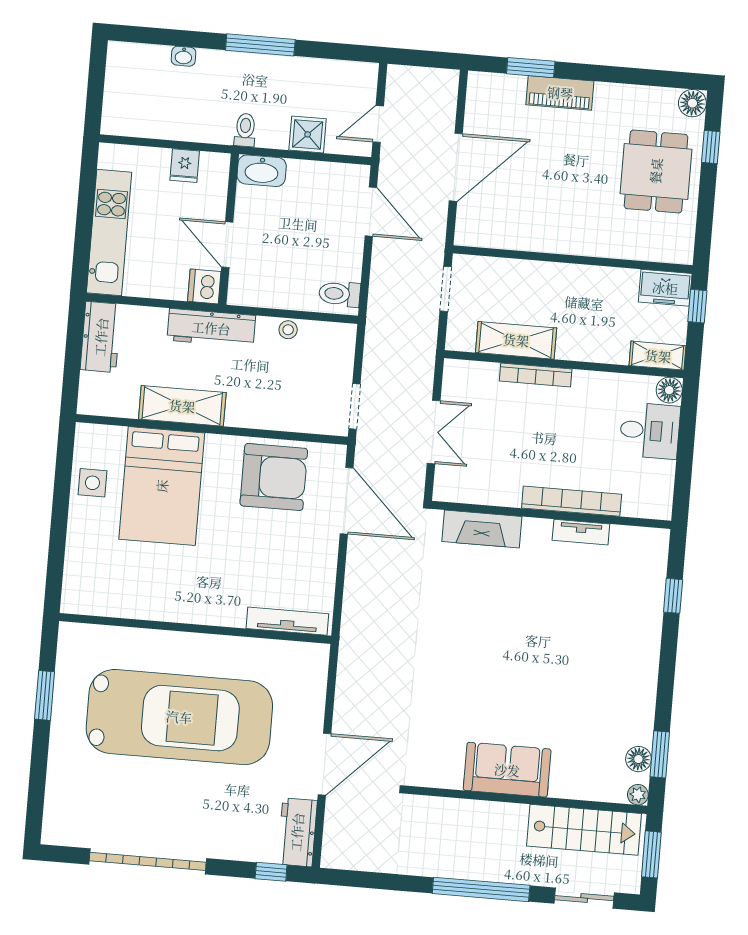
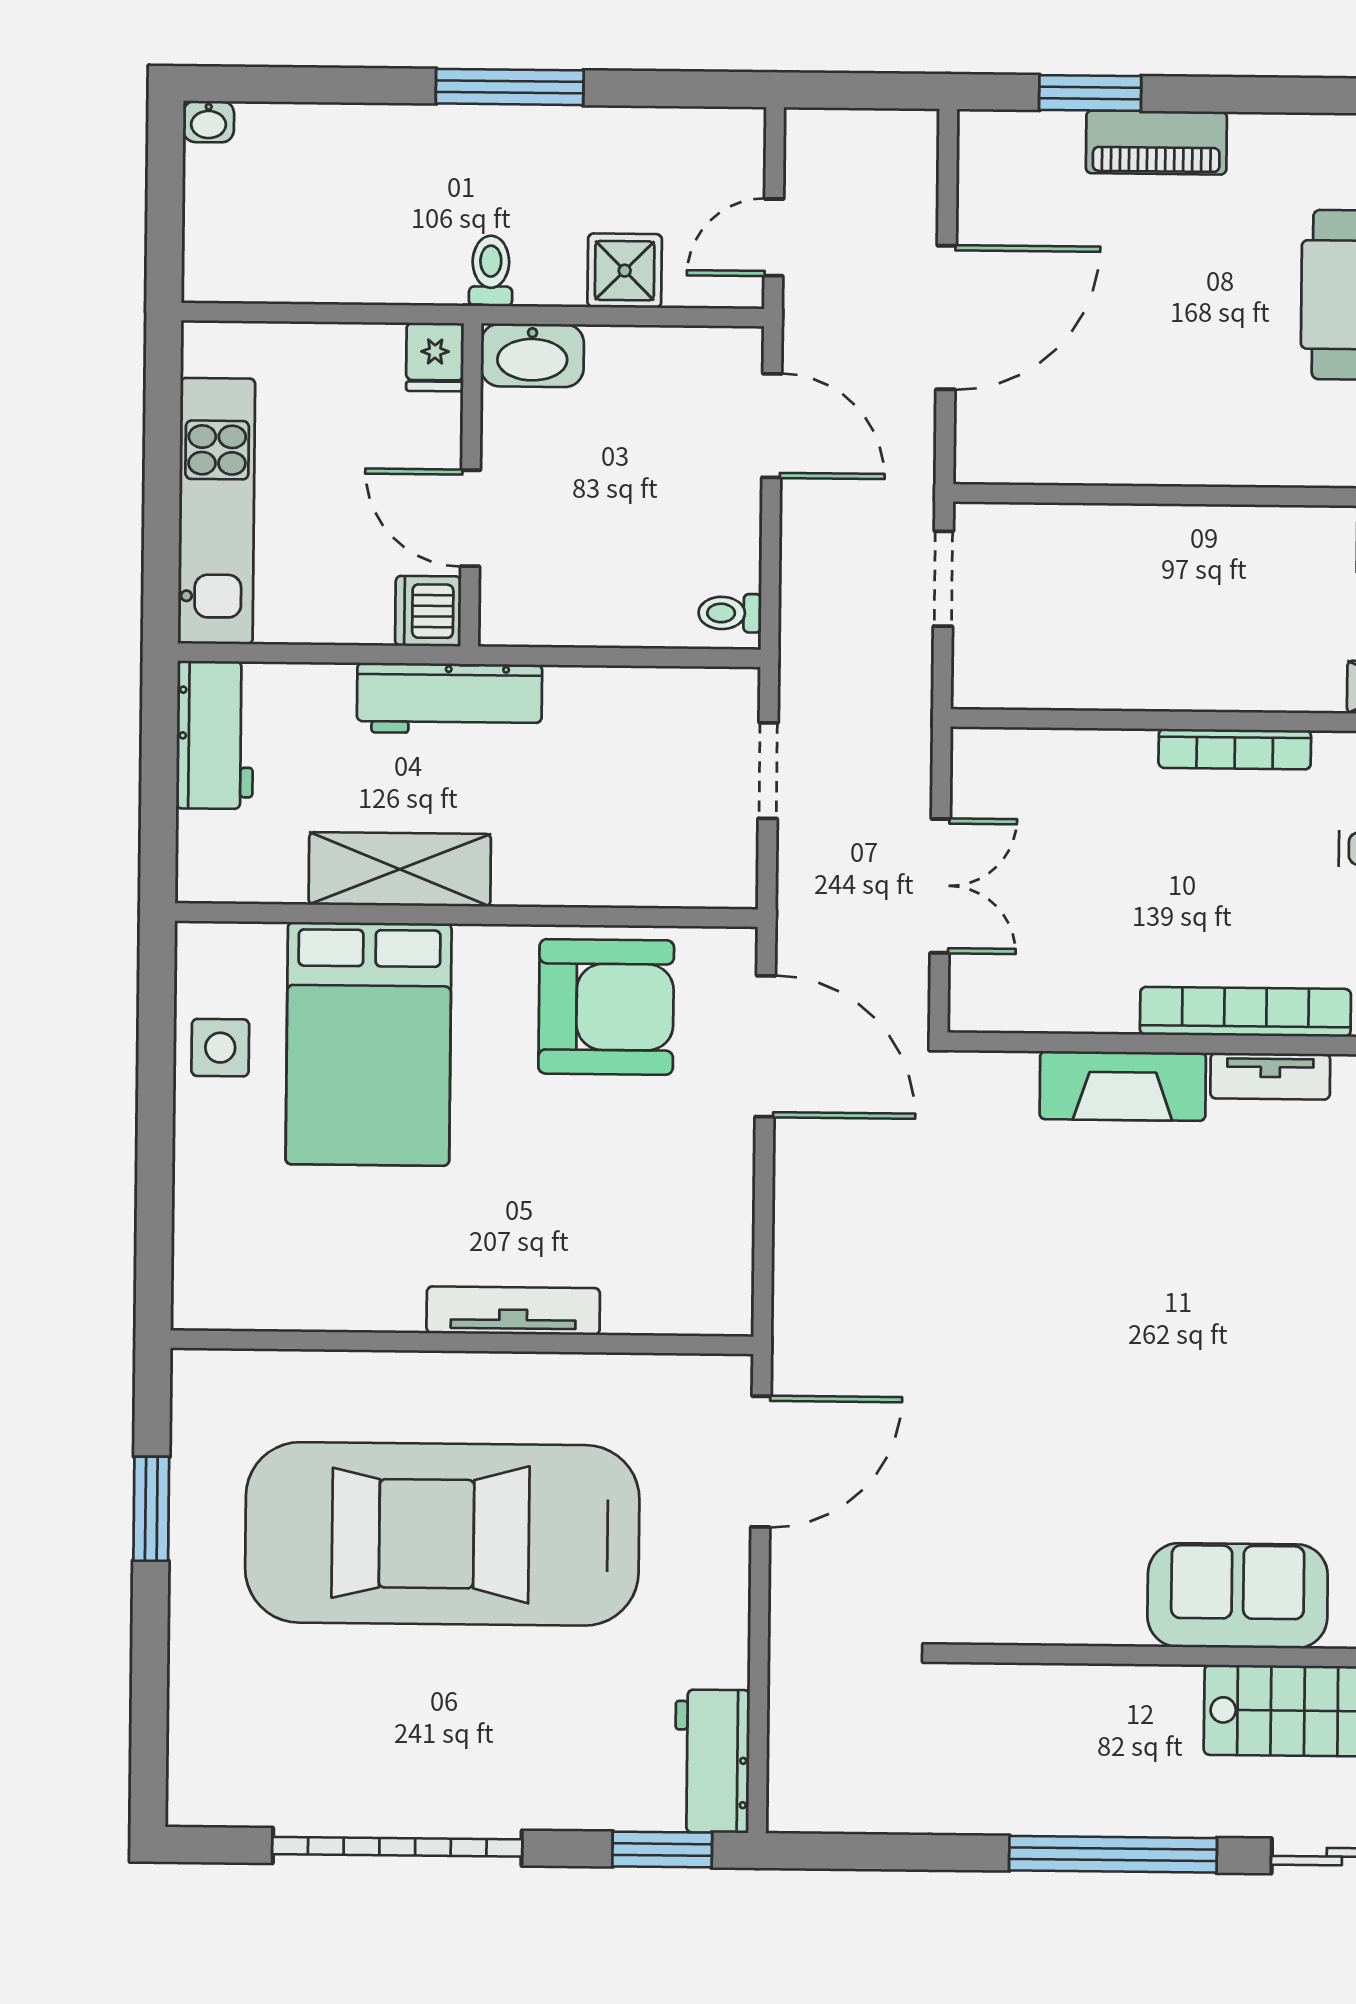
washbasin: (184, 56) -> (209, 122), moved
fridge: (185, 166) -> (435, 357), moved
toilet: (340, 294) -> (730, 613), width x0.73, depth x0.72
stool: (288, 330) -> (614, 690), removed
shelving: (516, 340) -> (1102, 677), removed
bookcase: (536, 375) -> (1235, 749), moved
doorway: (355, 406) -> (768, 771), moved
fireplace: (482, 529) -> (1123, 1086), moved
tv unit: (287, 621) -> (513, 1311), moved
car: (179, 717) -> (442, 1534), turned 180
door: (324, 764) -> (761, 1462), moved
sofa: (507, 770) -> (1238, 1596), moved
window: (271, 872) -> (662, 1850), width x1.50

